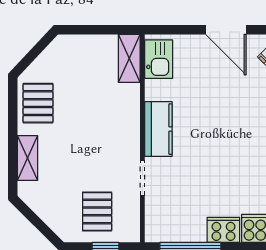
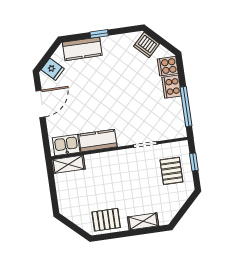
kitchen counter: (158, 129) -> (98, 141), moved
pallet: (97, 211) -> (171, 171), turned 90

